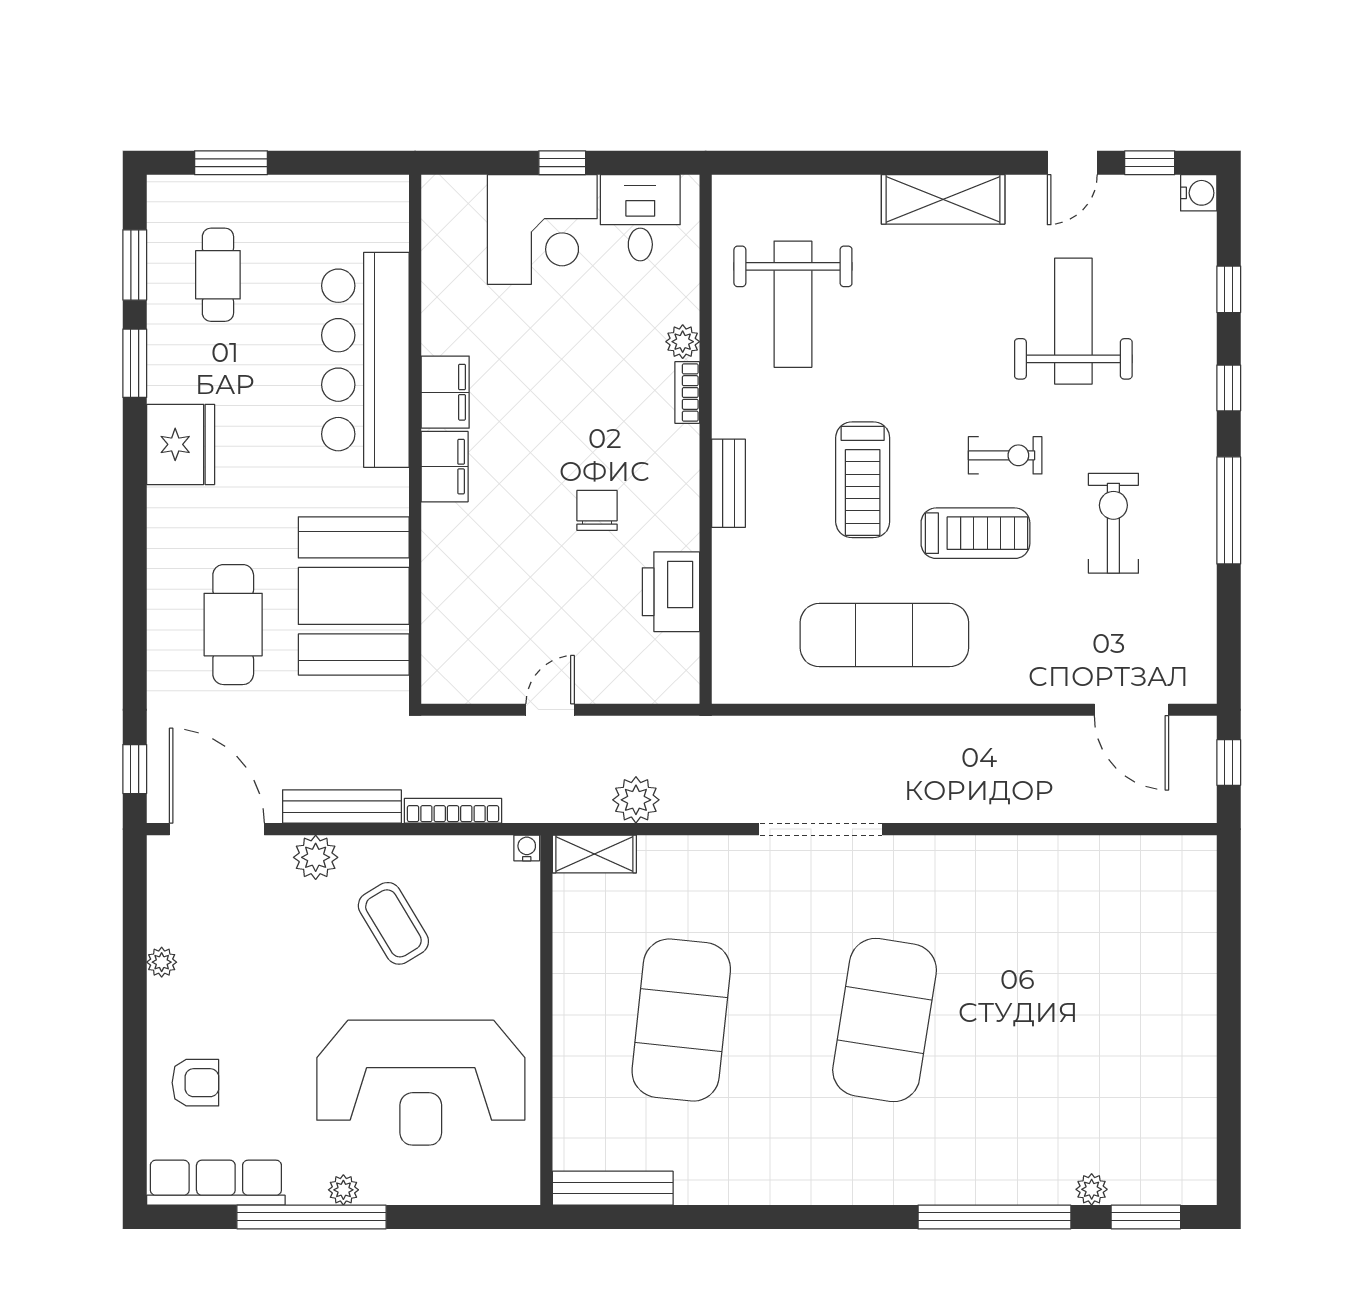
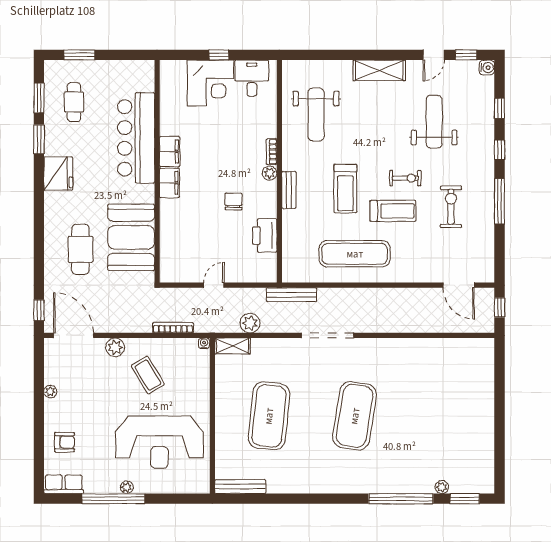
plant: (683, 342) -> (270, 173), moved
bench: (342, 806) -> (292, 295), moved
row of seats: (216, 1183) -> (64, 484), width x0.68

